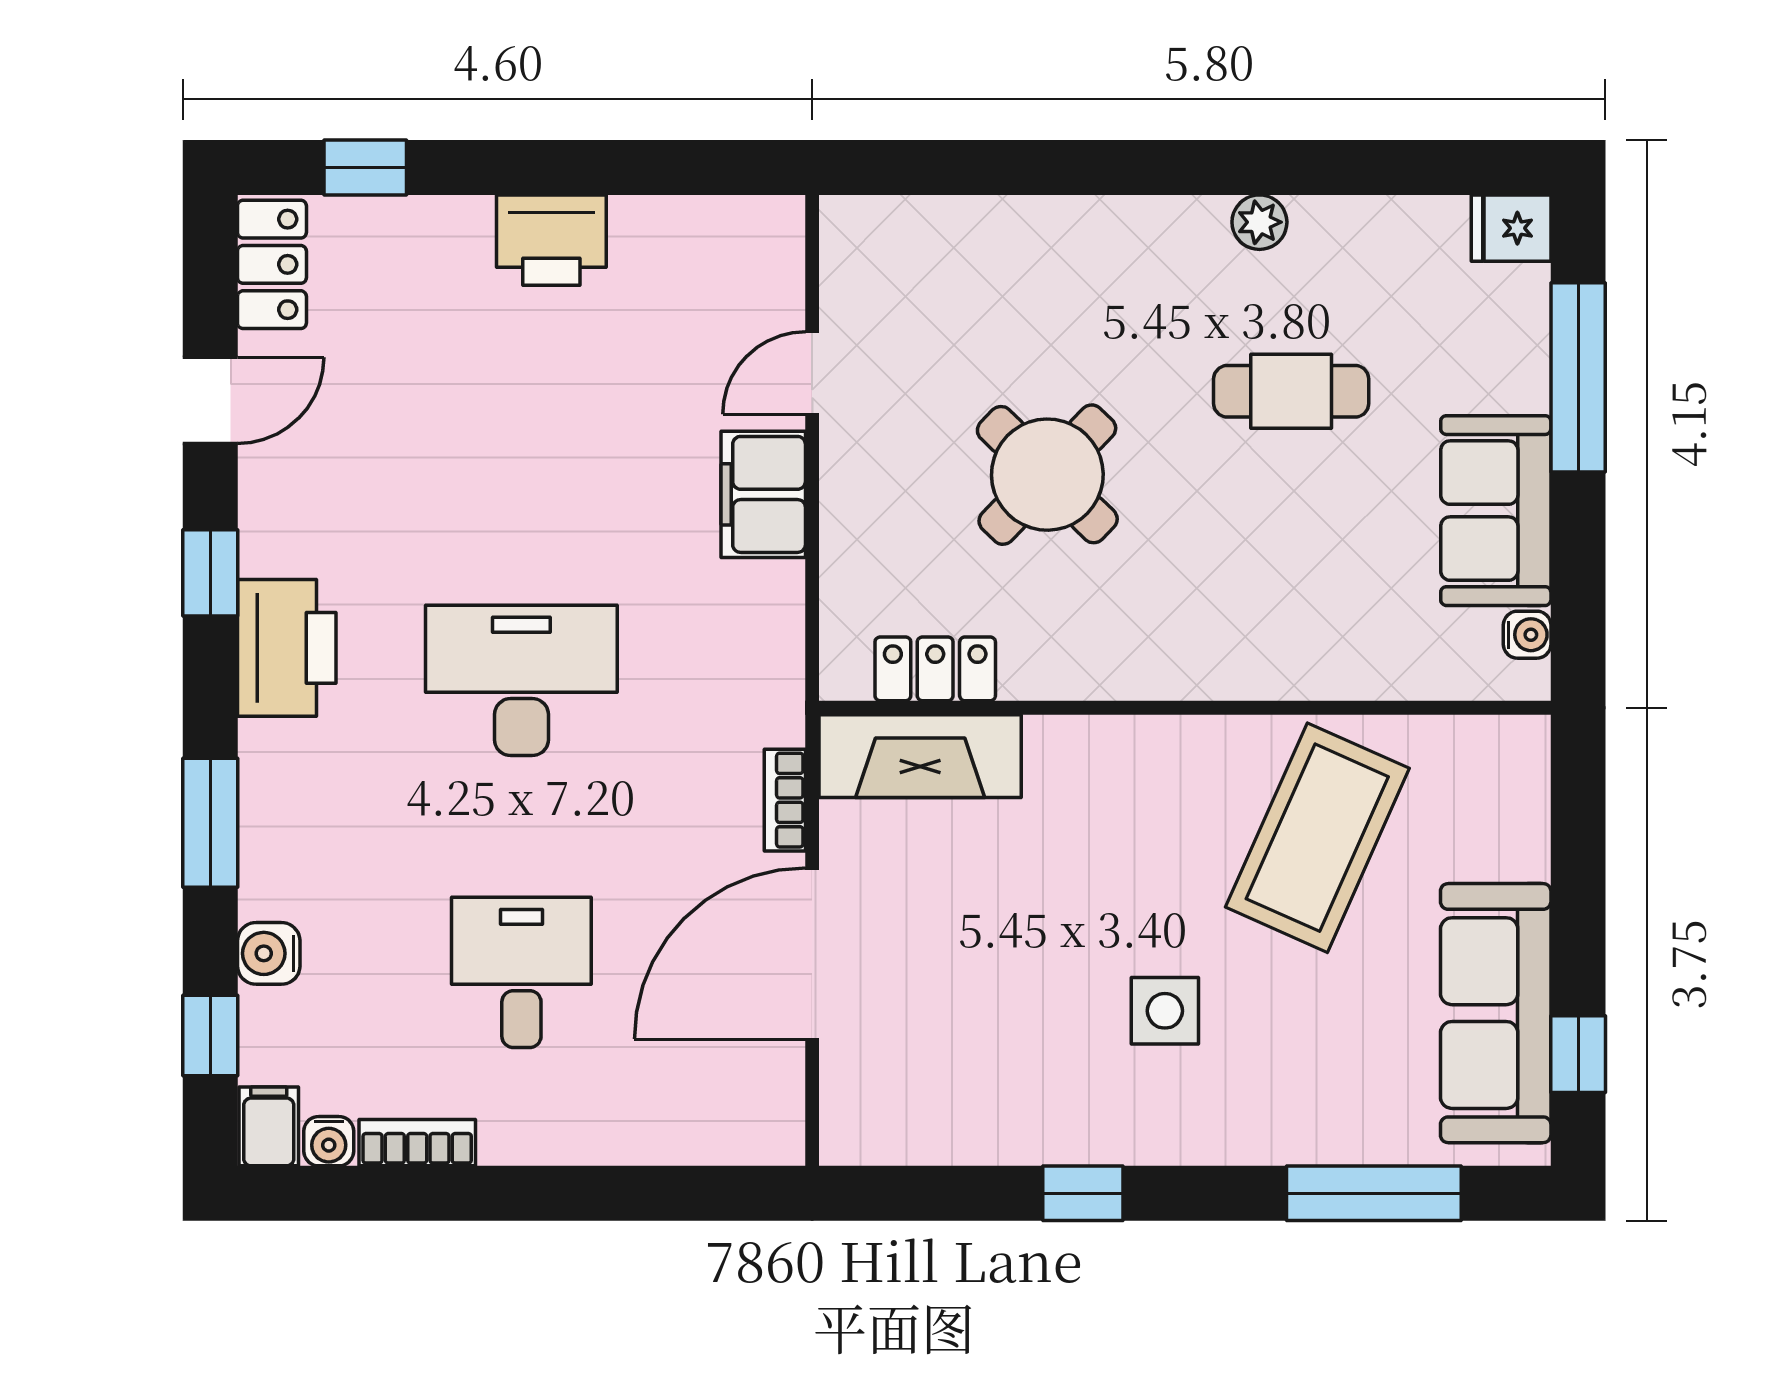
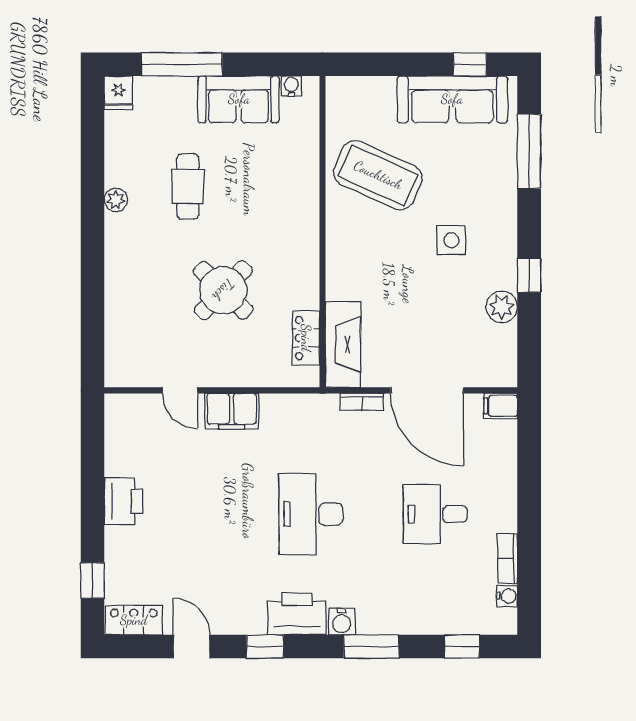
water cooler: (269, 953) -> (342, 622), moved
filing cabinet: (269, 1126) -> (501, 406), moved
plant: (1008, 1129) -> (502, 307), added

